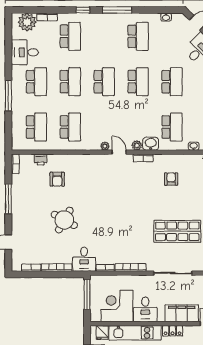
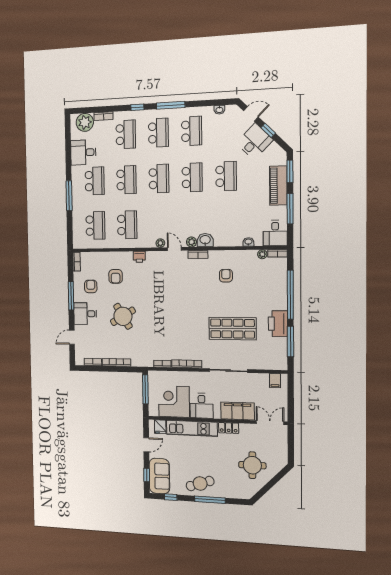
school desk: (172, 127) -> (158, 133), moved
printer: (41, 160) -> (139, 257), moved
armchair: (30, 189) -> (91, 286), added
round table: (64, 220) -> (123, 316), turned 30
desk: (84, 259) -> (85, 314), moved, turned 90

